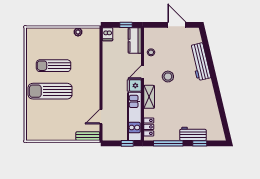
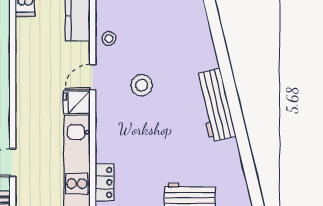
workbench: (200, 62) -> (215, 105), moved
shelving: (149, 97) -> (105, 124), removed

